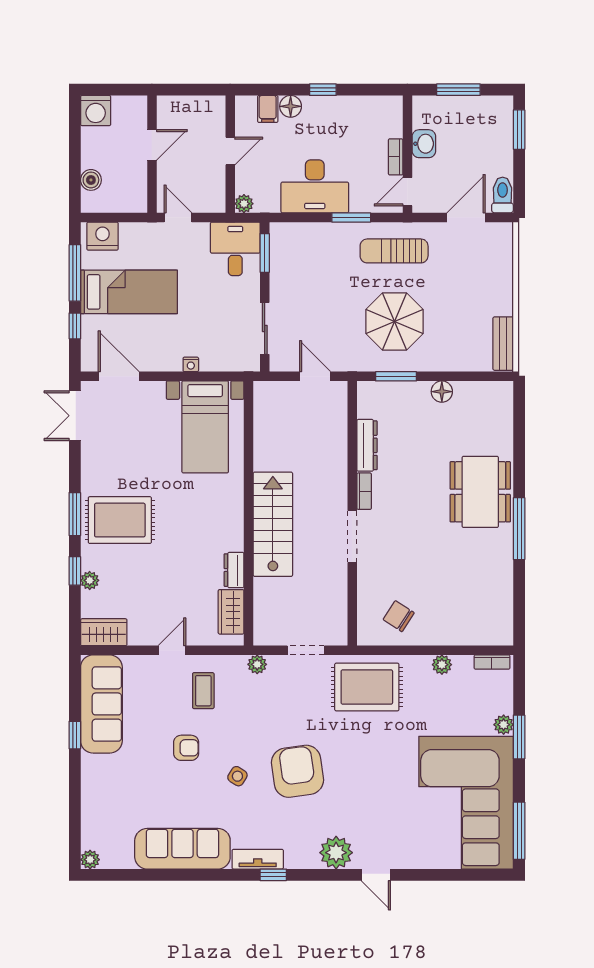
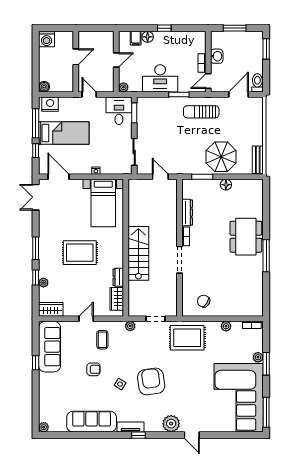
boiler: (91, 180) -> (44, 87), moved
parasol: (394, 322) -> (221, 157), moved
rug: (120, 520) -> (80, 253), moved

